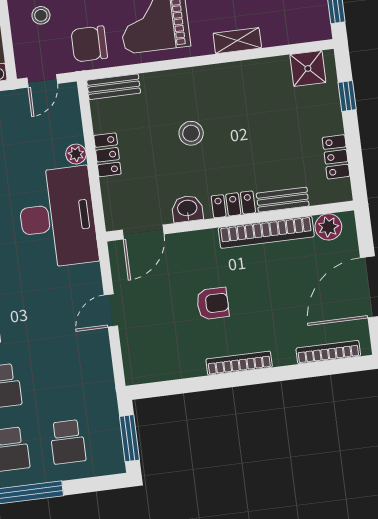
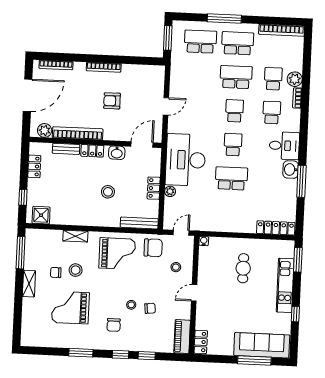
bench: (114, 87) -> (139, 223), width x1.36
school desk: (68, 442) -> (200, 42), width x1.85

